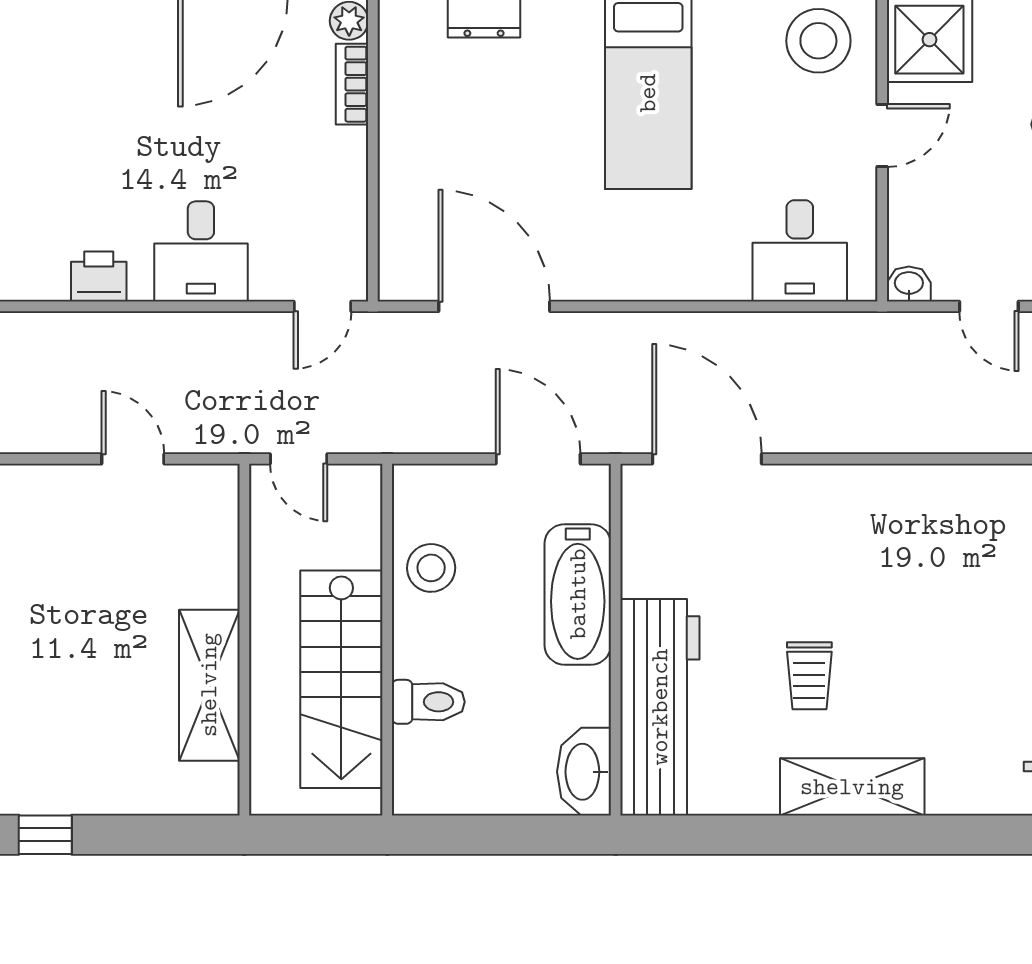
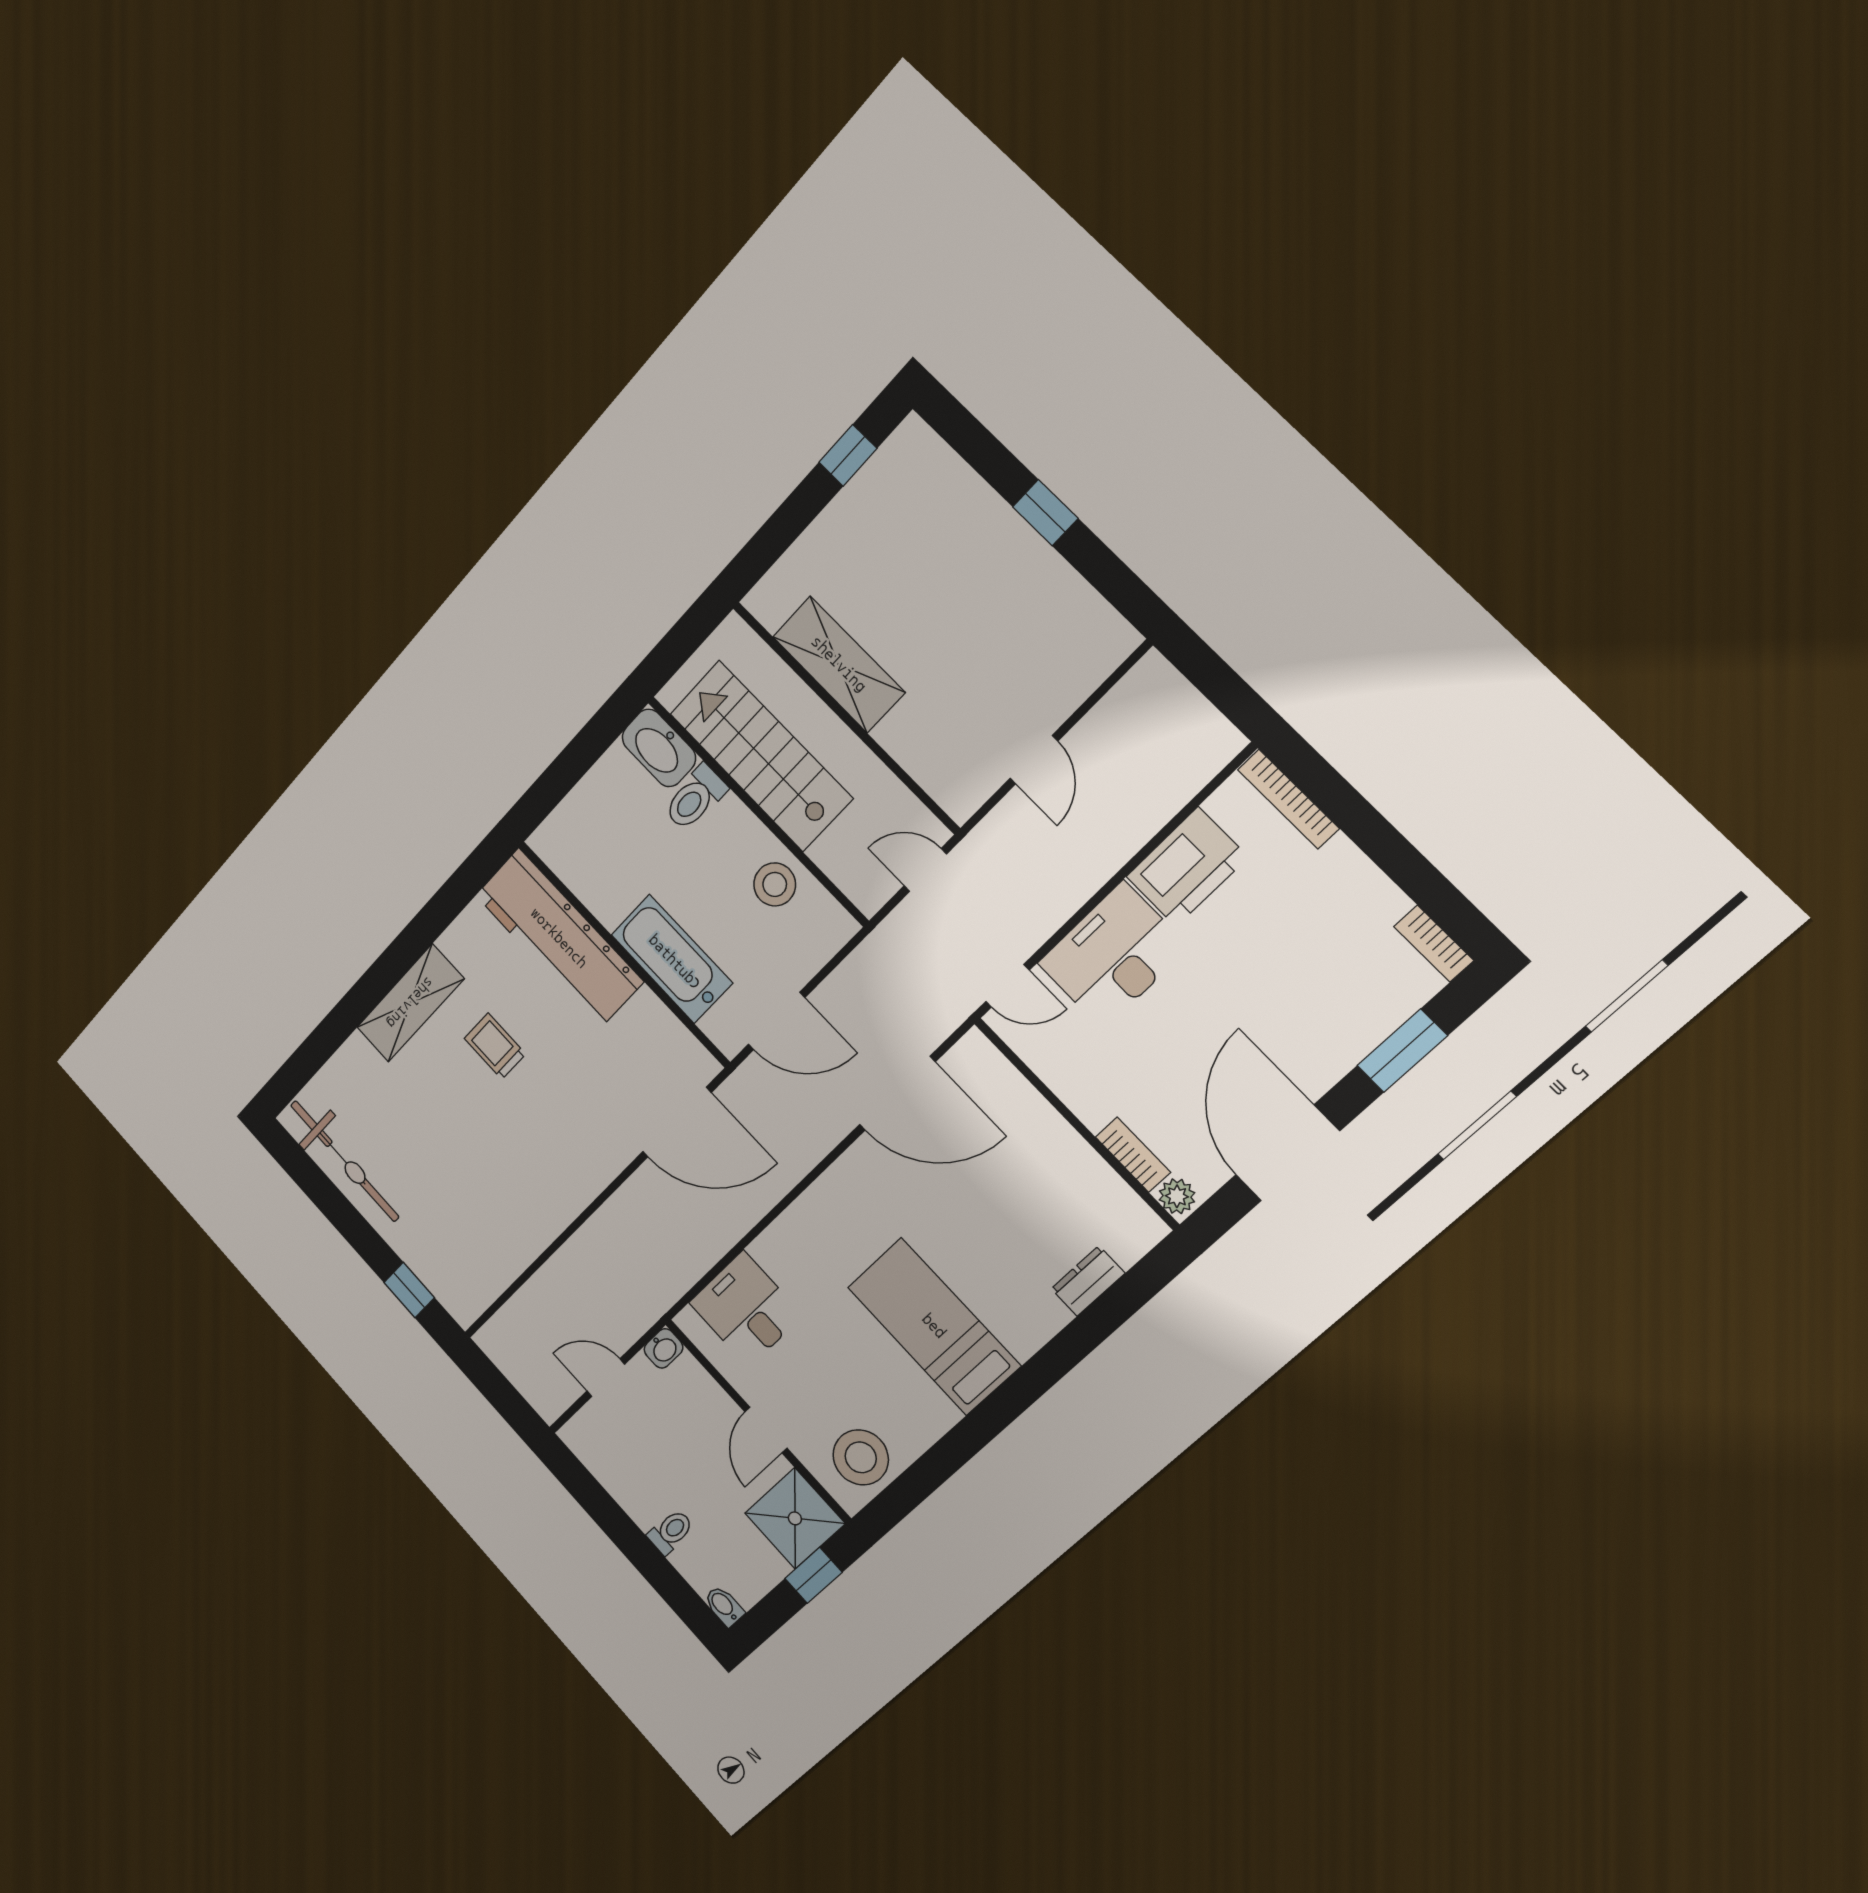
desk: (201, 251) -> (1113, 955), width x1.37
printer: (99, 277) -> (1187, 867), width x1.87, depth x1.48
door: (322, 306) -> (1007, 986), swing flipped
door: (133, 459) -> (1034, 760), hinge flipped
washbasin: (584, 772) -> (659, 748), moved, turned 180

